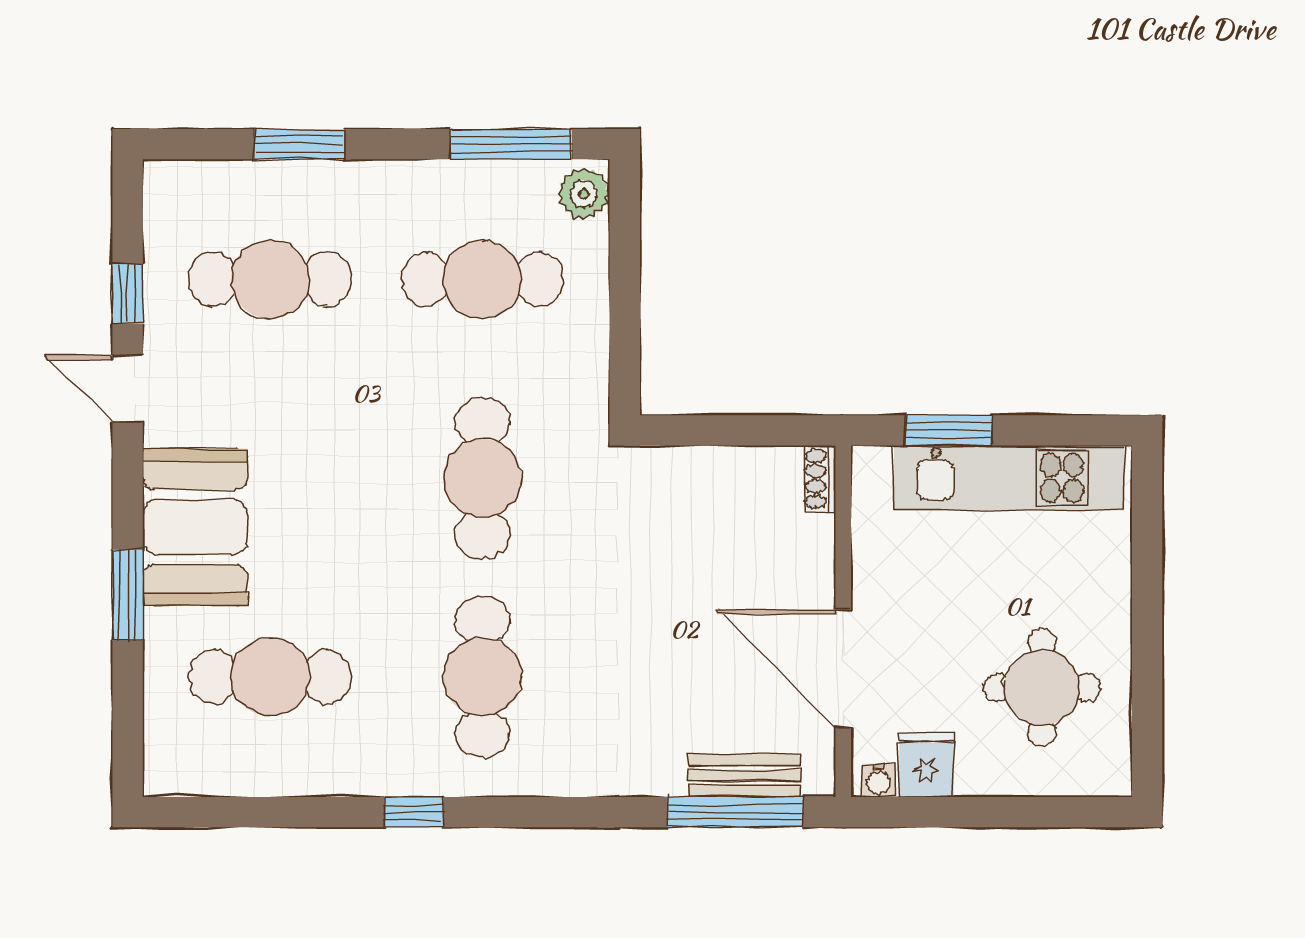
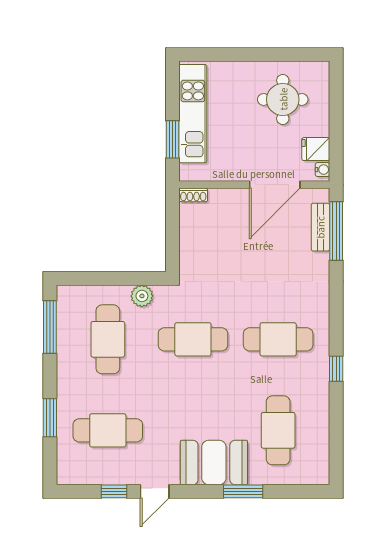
plant: (584, 194) -> (142, 296), moved
cafe table: (270, 279) -> (108, 430), turned 90

